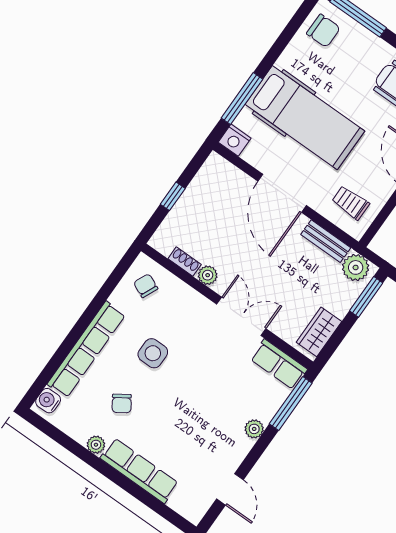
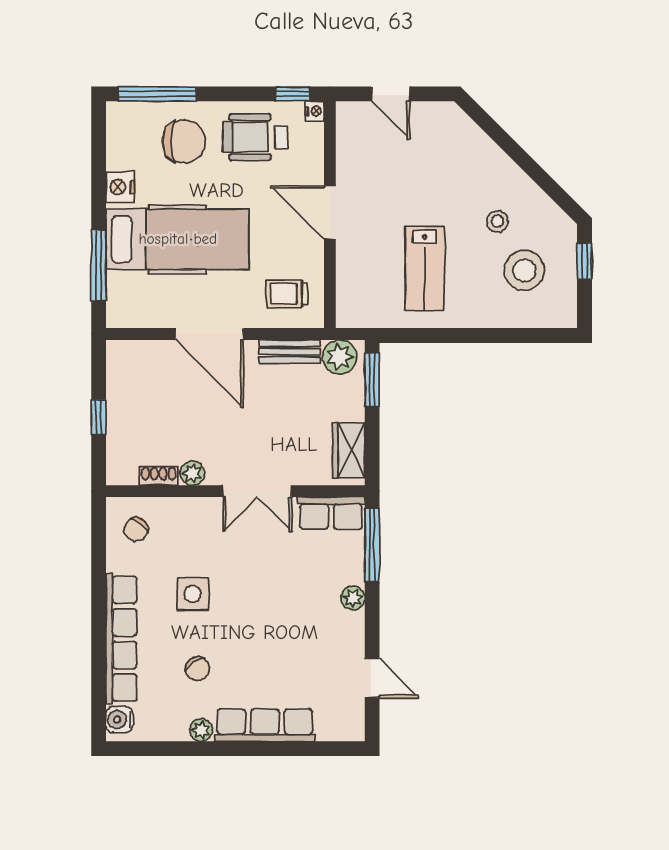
chair: (323, 31) -> (184, 142), moved, width x1.37, depth x1.37
nightstand: (235, 140) -> (120, 187), moved, turned 90
chair: (146, 286) -> (136, 529), turned -70
double door: (241, 316) -> (257, 491), swing flipped

